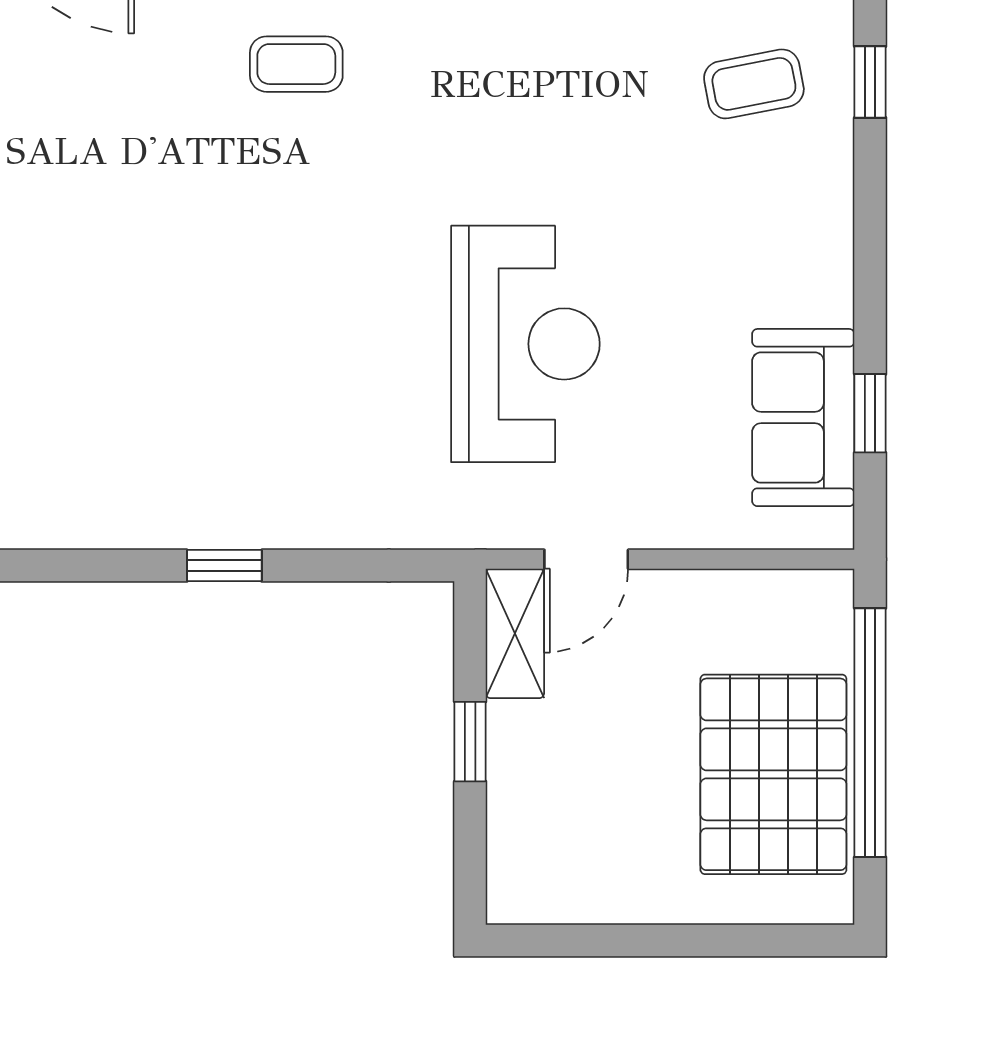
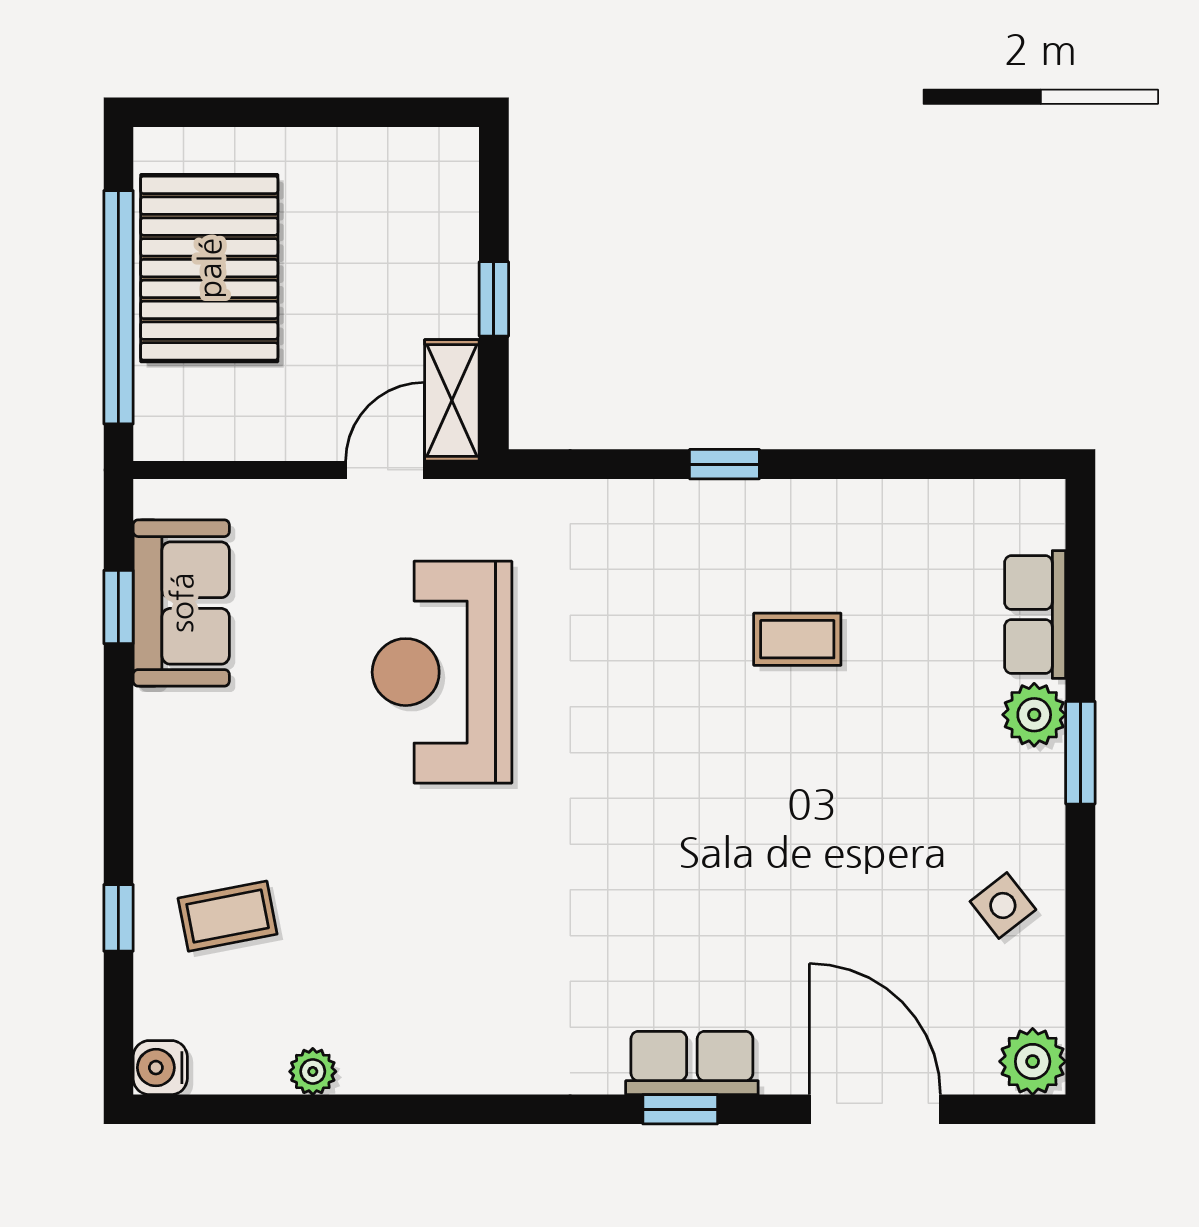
coffee table: (296, 64) -> (797, 639), moved

